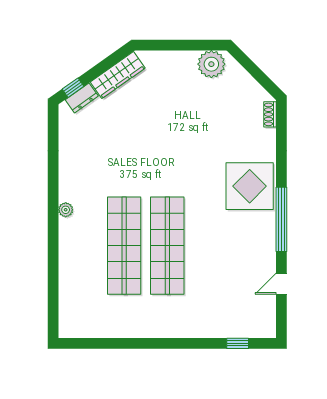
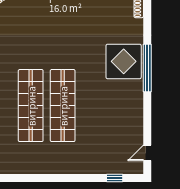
window: (281, 219) -> (147, 68), moved
door: (281, 284) -> (147, 153), moved

